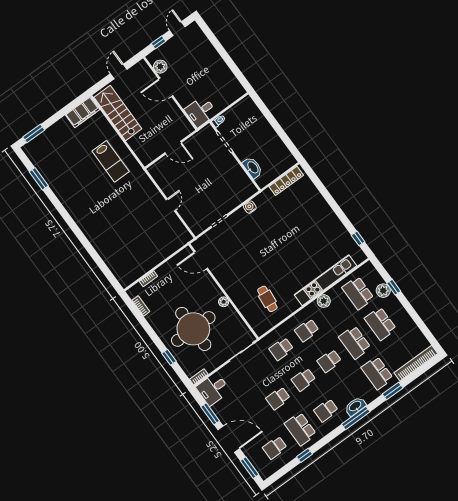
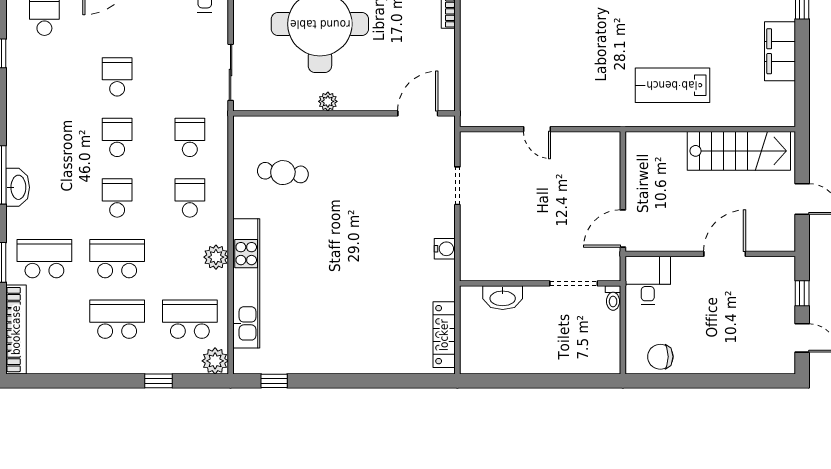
plant: (160, 67) -> (763, 269), removed
chair: (229, 83) -> (660, 357), added
filing cabinet: (83, 112) -> (780, 51), moved
door: (173, 148) -> (623, 228), moved
plant: (383, 291) -> (215, 361), moved
school desk: (326, 410) -> (44, 137), removed
school desk: (300, 429) -> (44, 77), removed

